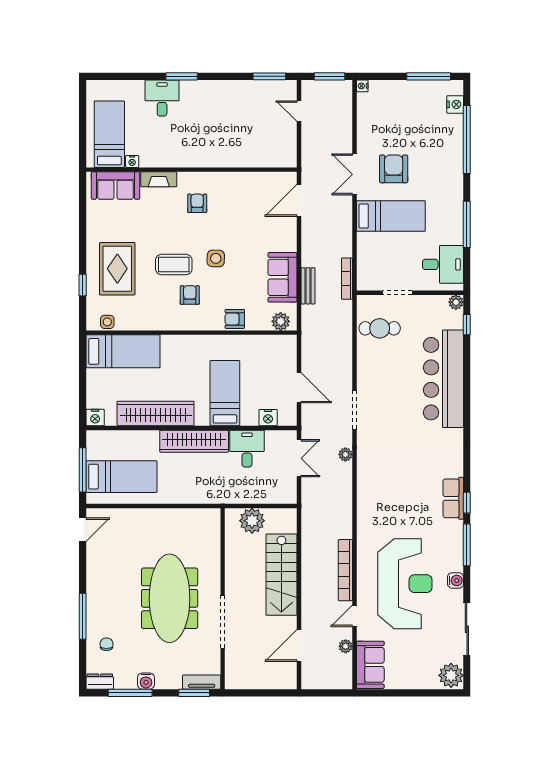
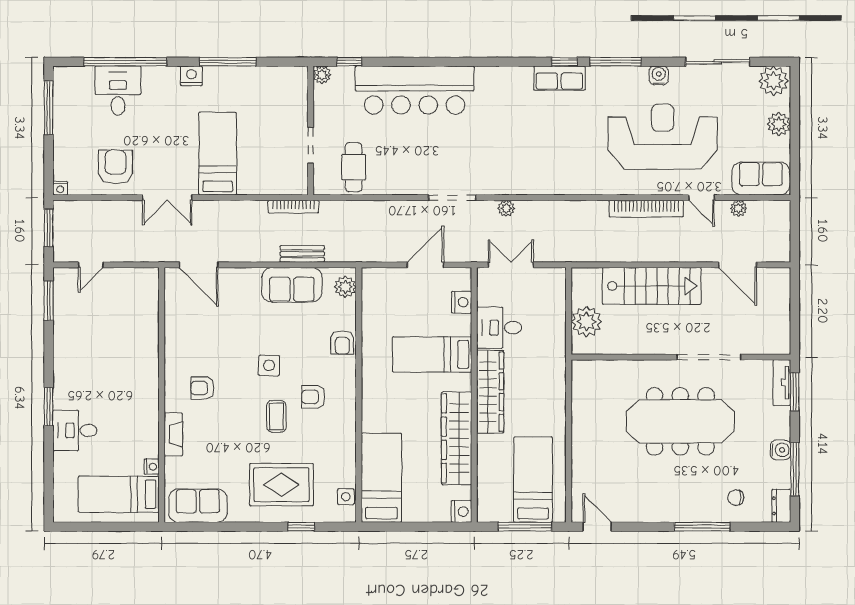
nightstand: (455, 104) -> (191, 76), moved
armchair: (394, 169) -> (115, 167), moved, turned 90
sofa: (115, 186) -> (198, 506), moved, turned -90
coffee table: (174, 264) -> (276, 416), width x0.73, depth x0.77
desk: (443, 264) -> (118, 91), moved
plant: (415, 680) -> (779, 124), added

